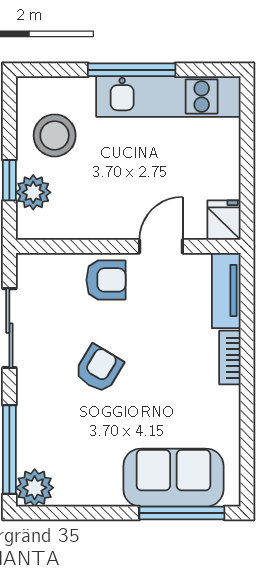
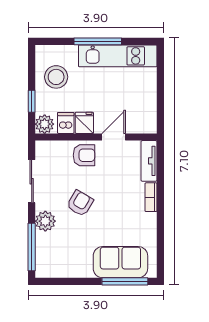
plant: (33, 192) -> (45, 124), moved
dishwasher: (72, 220) -> (66, 123), added
fridge: (224, 220) -> (84, 123), moved
plant: (35, 488) -> (45, 221), moved

